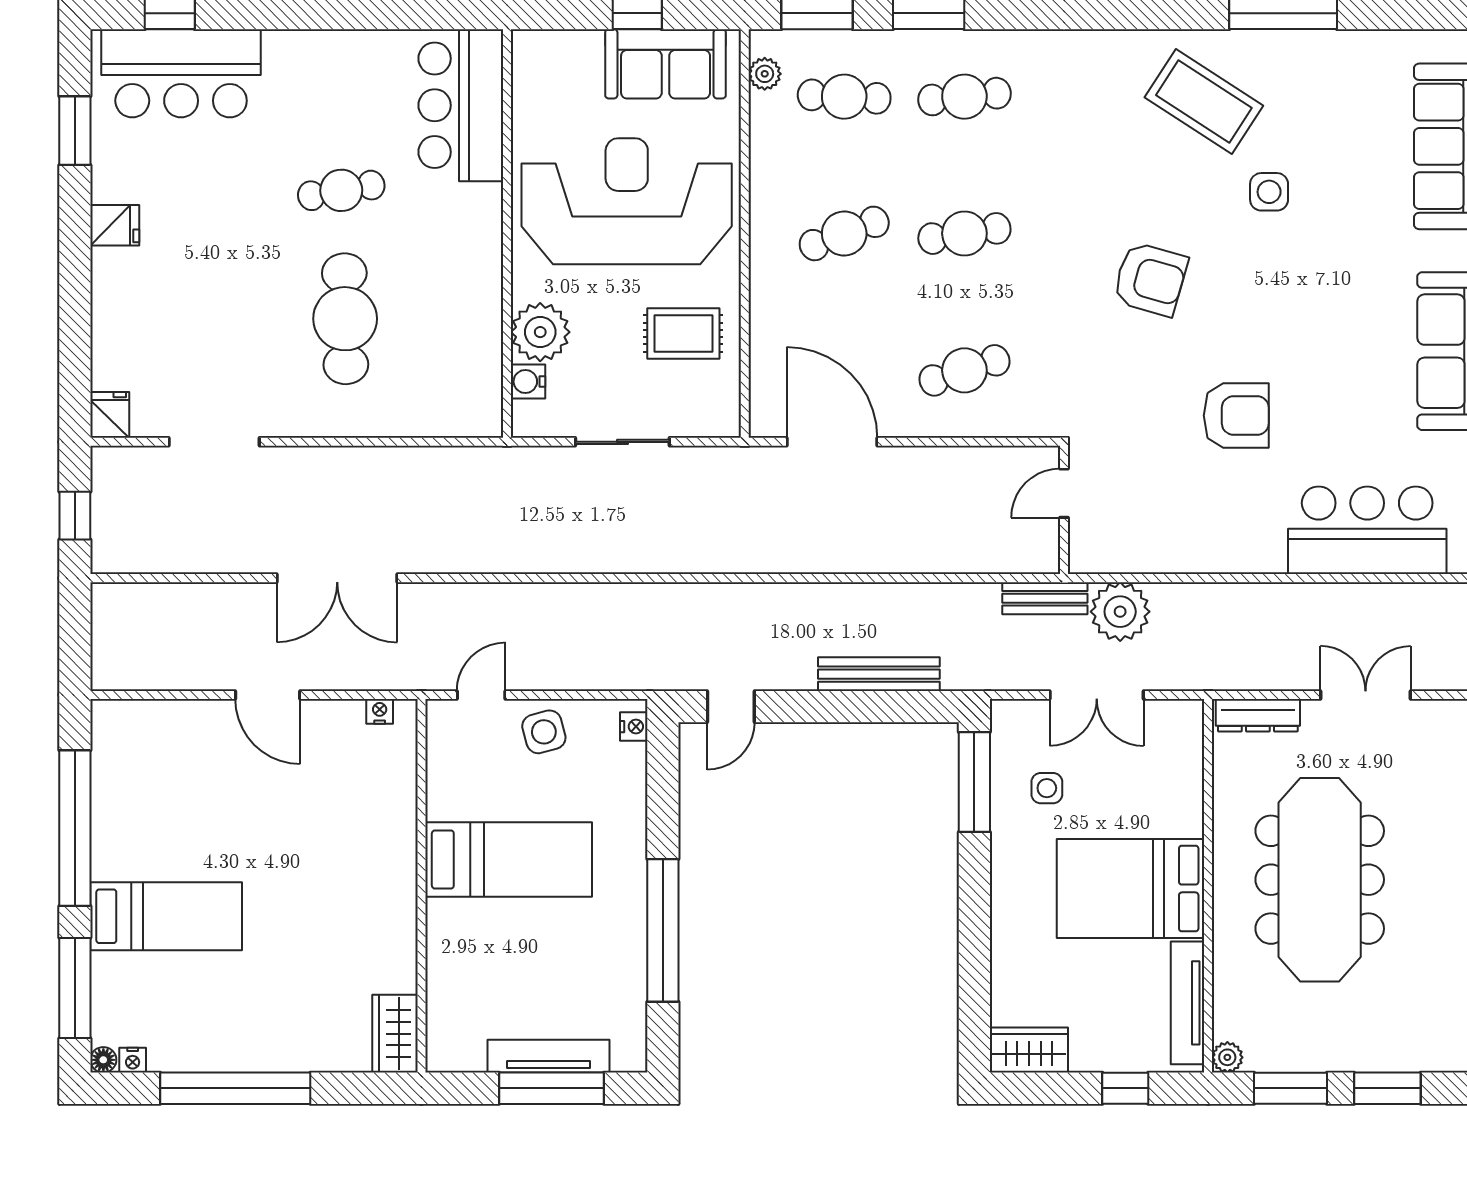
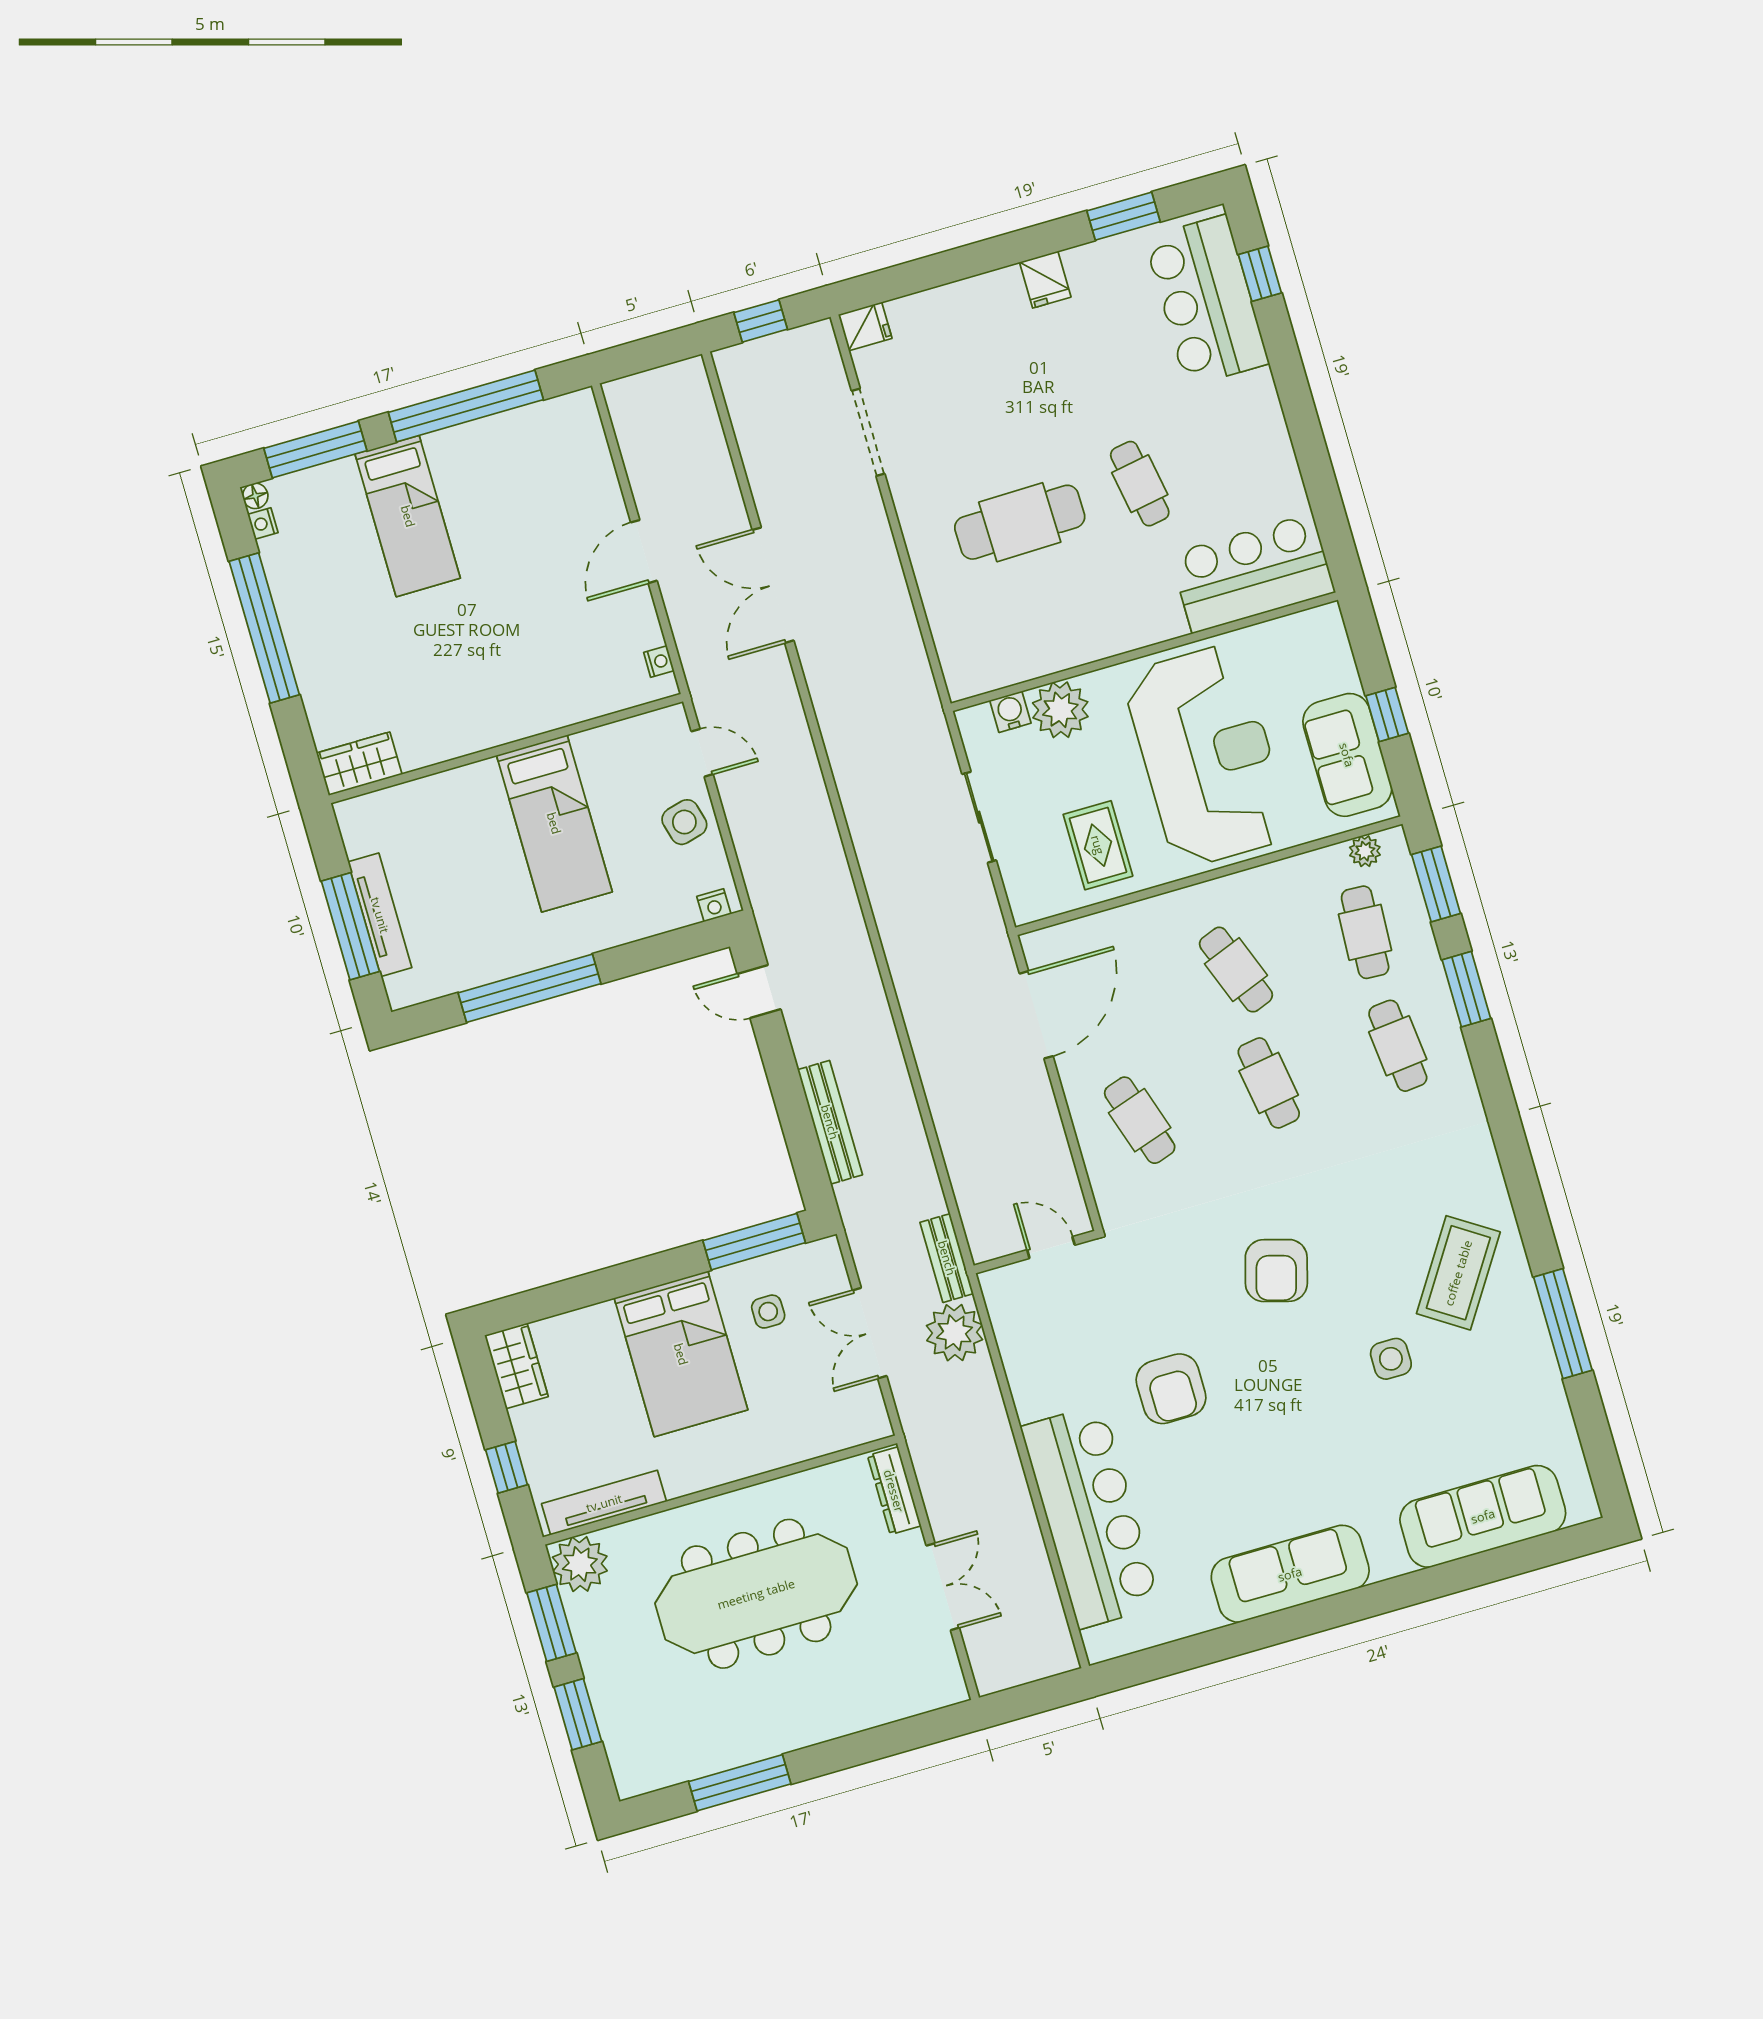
bar counter: (1367, 530) -> (1091, 1516), width x1.36
bed: (1131, 888) -> (681, 1354), moved, turned 180
plant: (1227, 1057) -> (580, 1564), width x1.88, depth x1.88

